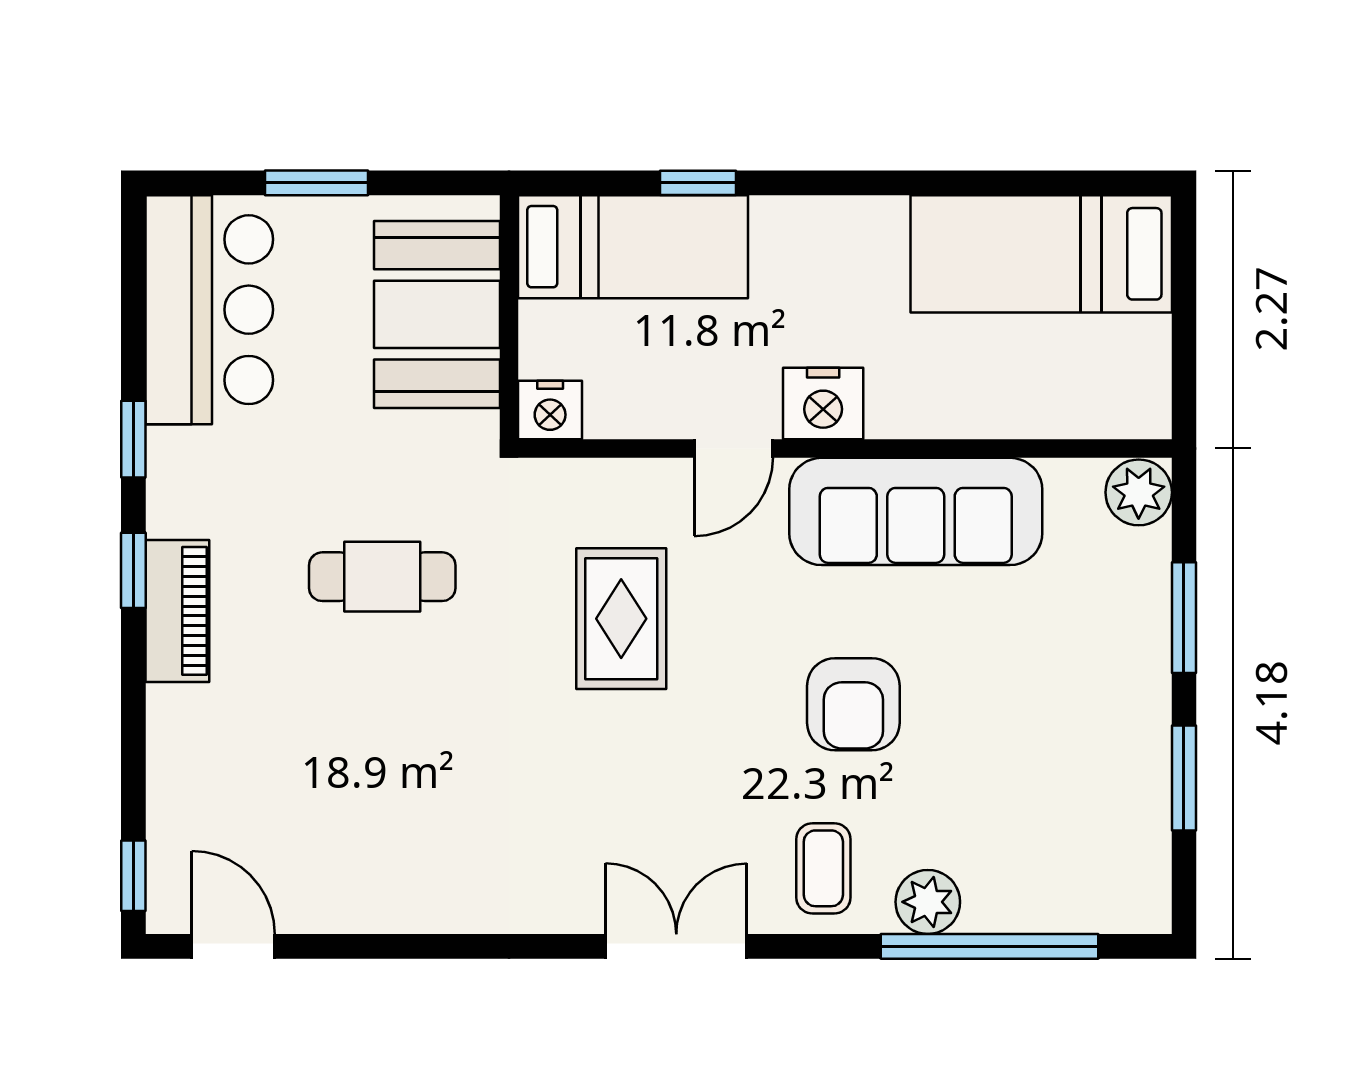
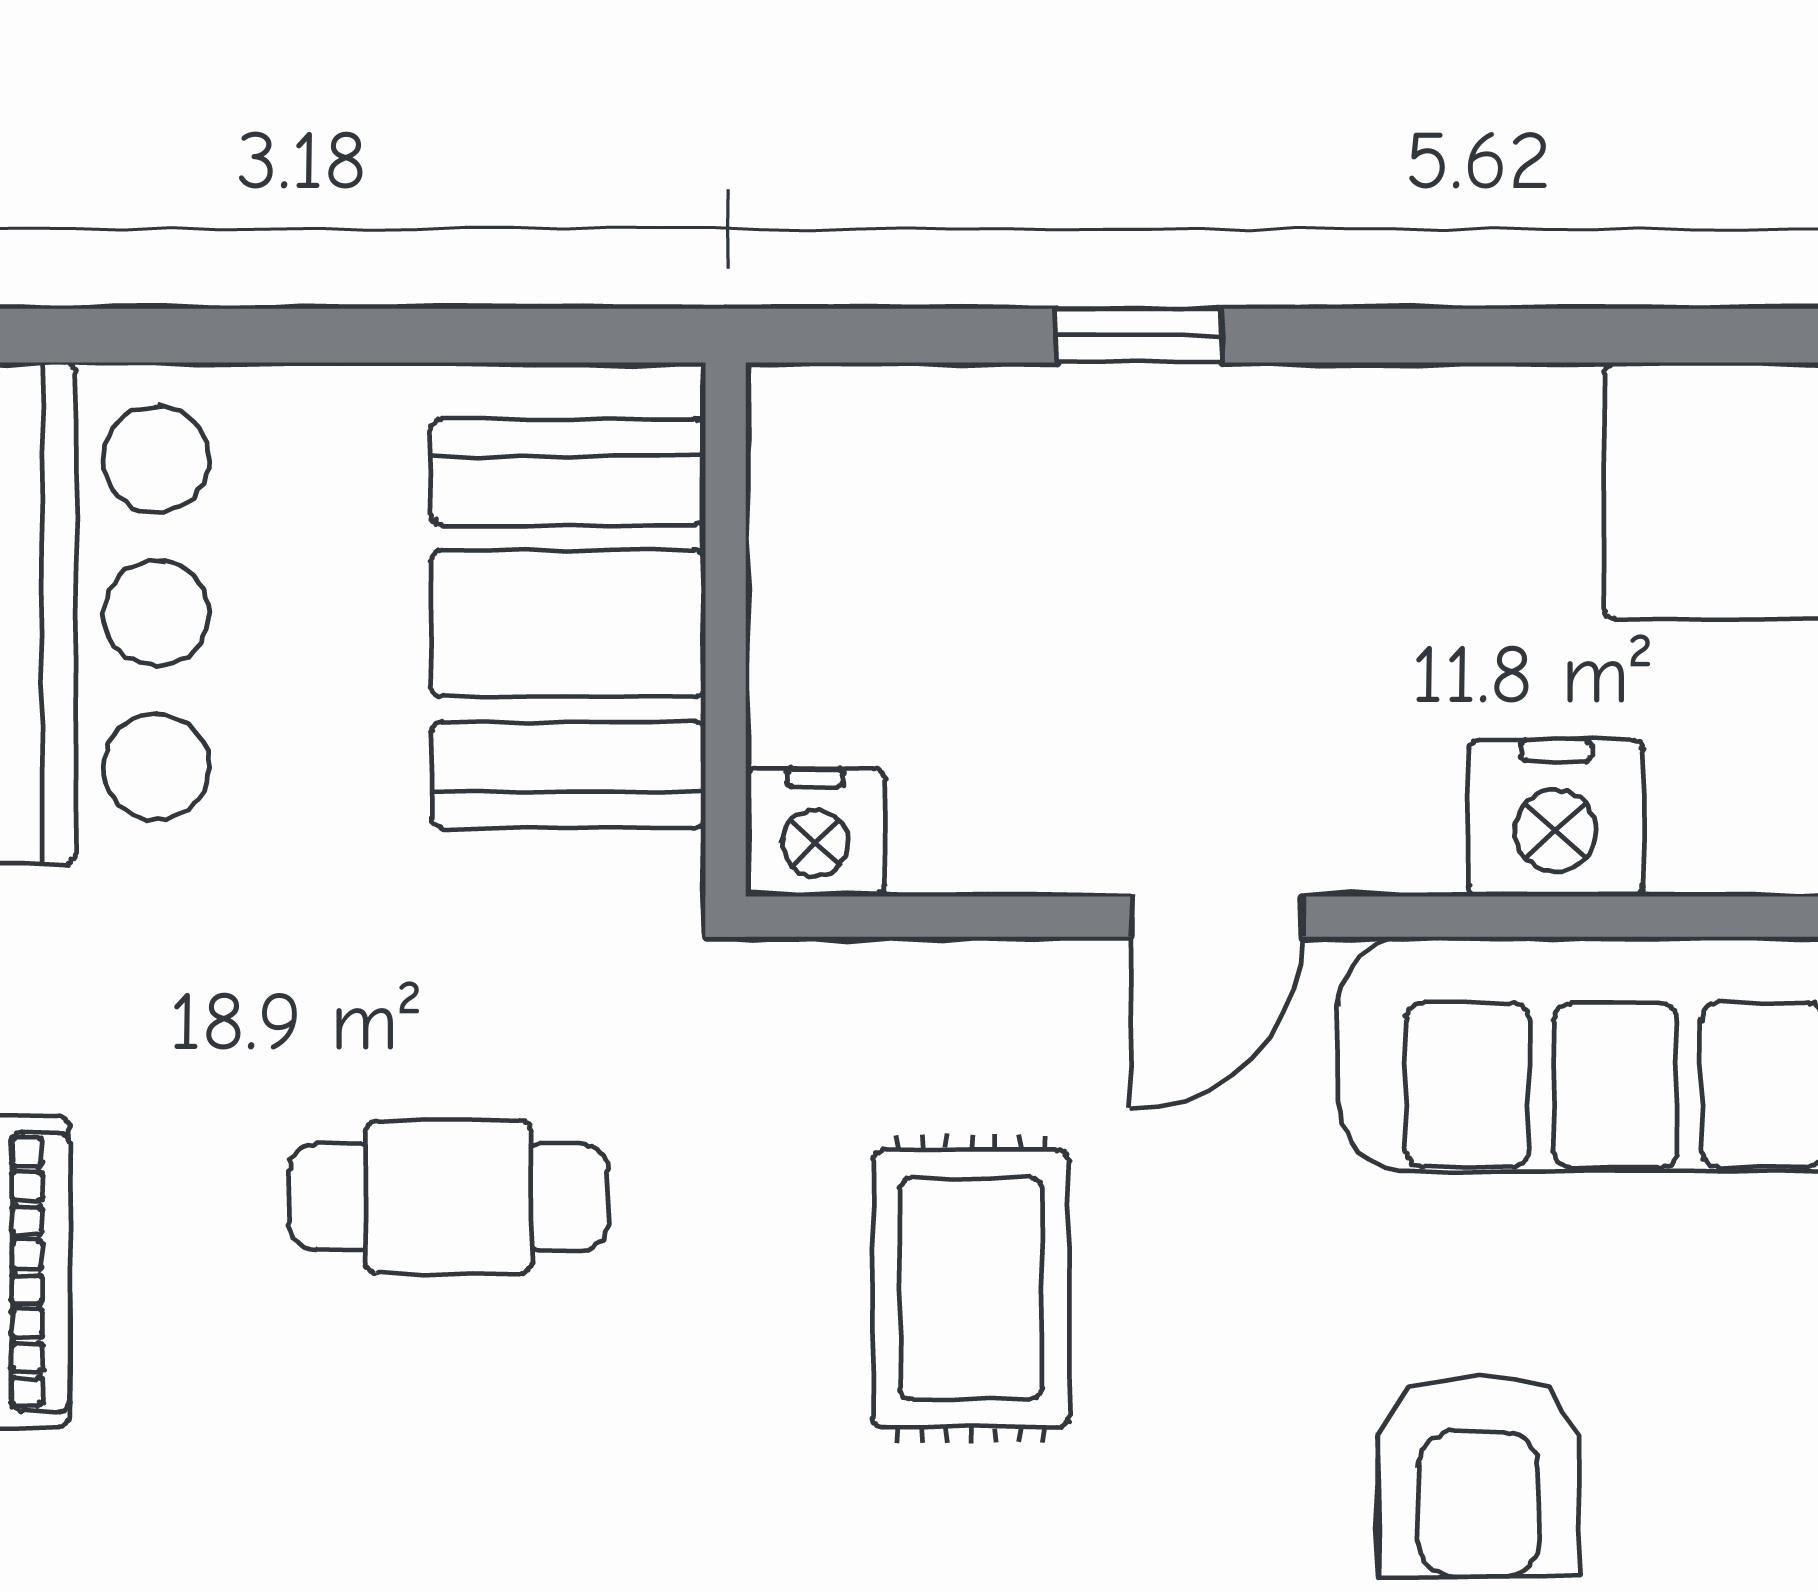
window: (317, 183) -> (305, 336), removed
bed: (633, 247) -> (997, 475), removed
nightstand: (823, 403) -> (1556, 818), moved

